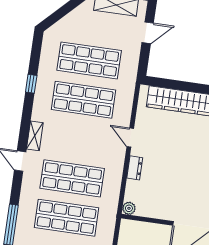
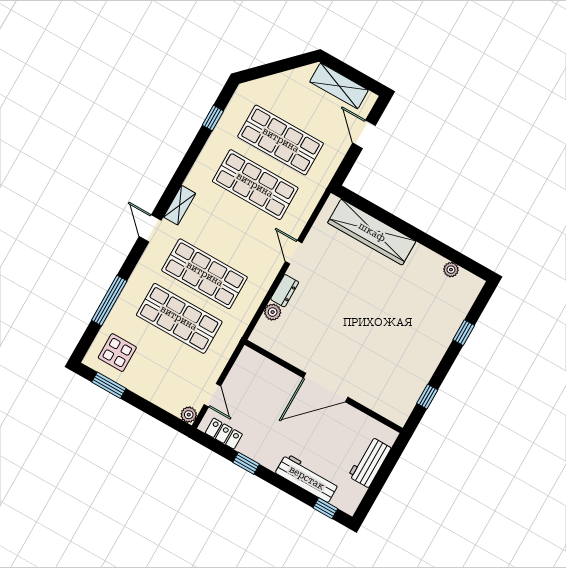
door: (148, 33) -> (364, 134), swing flipped
window: (31, 84) -> (213, 118), moved
plant: (129, 208) -> (273, 312), moved

